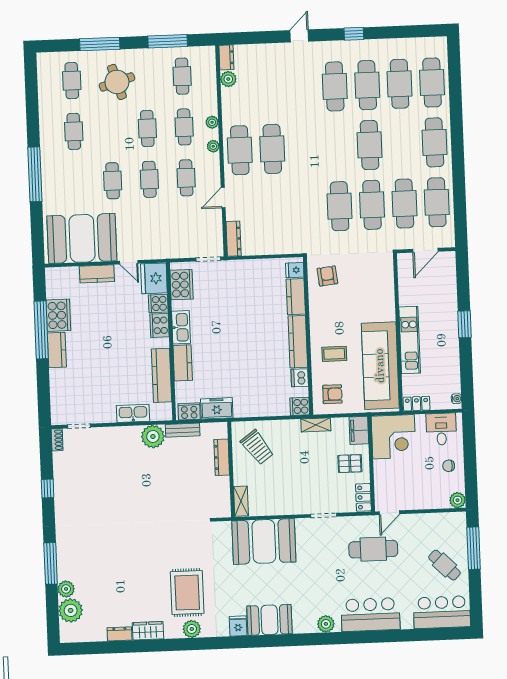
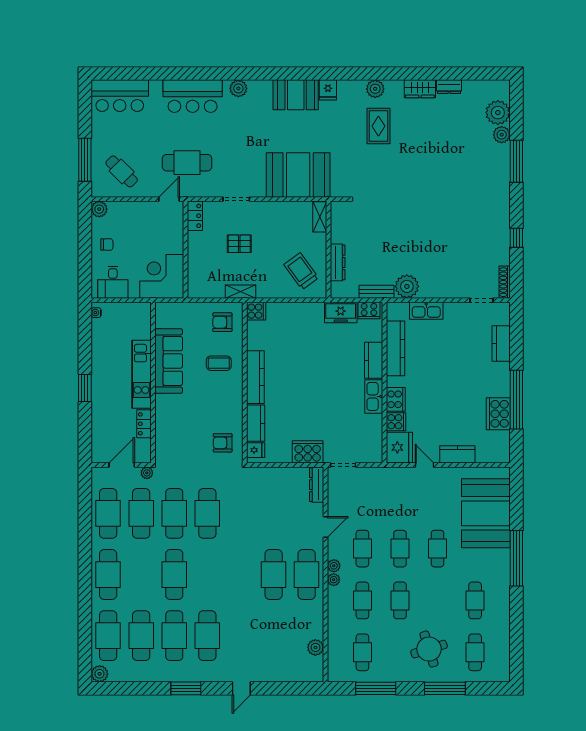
window: (354, 34) -> (186, 688), width x1.50
plant: (439, 45) -> (100, 674), added
dresser: (226, 57) -> (316, 670), removed
plant: (212, 122) -> (334, 566), moved
booth: (82, 238) -> (486, 513), moved, turned 90
plant: (400, 244) -> (147, 473), added
armchair: (327, 276) -> (223, 443), turned 96
cooker: (182, 285) -> (308, 452), moved, turned 90
kitchen counter: (57, 350) -> (501, 343), moved
sofa: (380, 366) -> (169, 361), width x0.74, depth x0.79
dishwasher: (300, 378) -> (255, 340), removed
locker: (417, 404) -> (144, 424), moved, turned 90
filing cabinet: (359, 430) -> (197, 284), removed
shoe rack: (57, 440) -> (505, 282), width x1.43
pallet: (350, 464) -> (239, 244), moved
cafe table: (444, 565) -> (122, 171), moved
rug: (187, 593) -> (378, 126), width x0.73, depth x0.70

